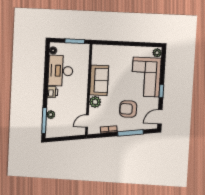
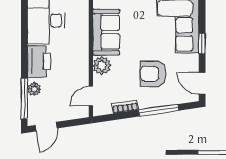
printer: (53, 92) -> (39, 61), width x1.87, depth x1.48
door: (160, 117) -> (202, 83), hinge flipped
door: (57, 139) -> (46, 127), added

